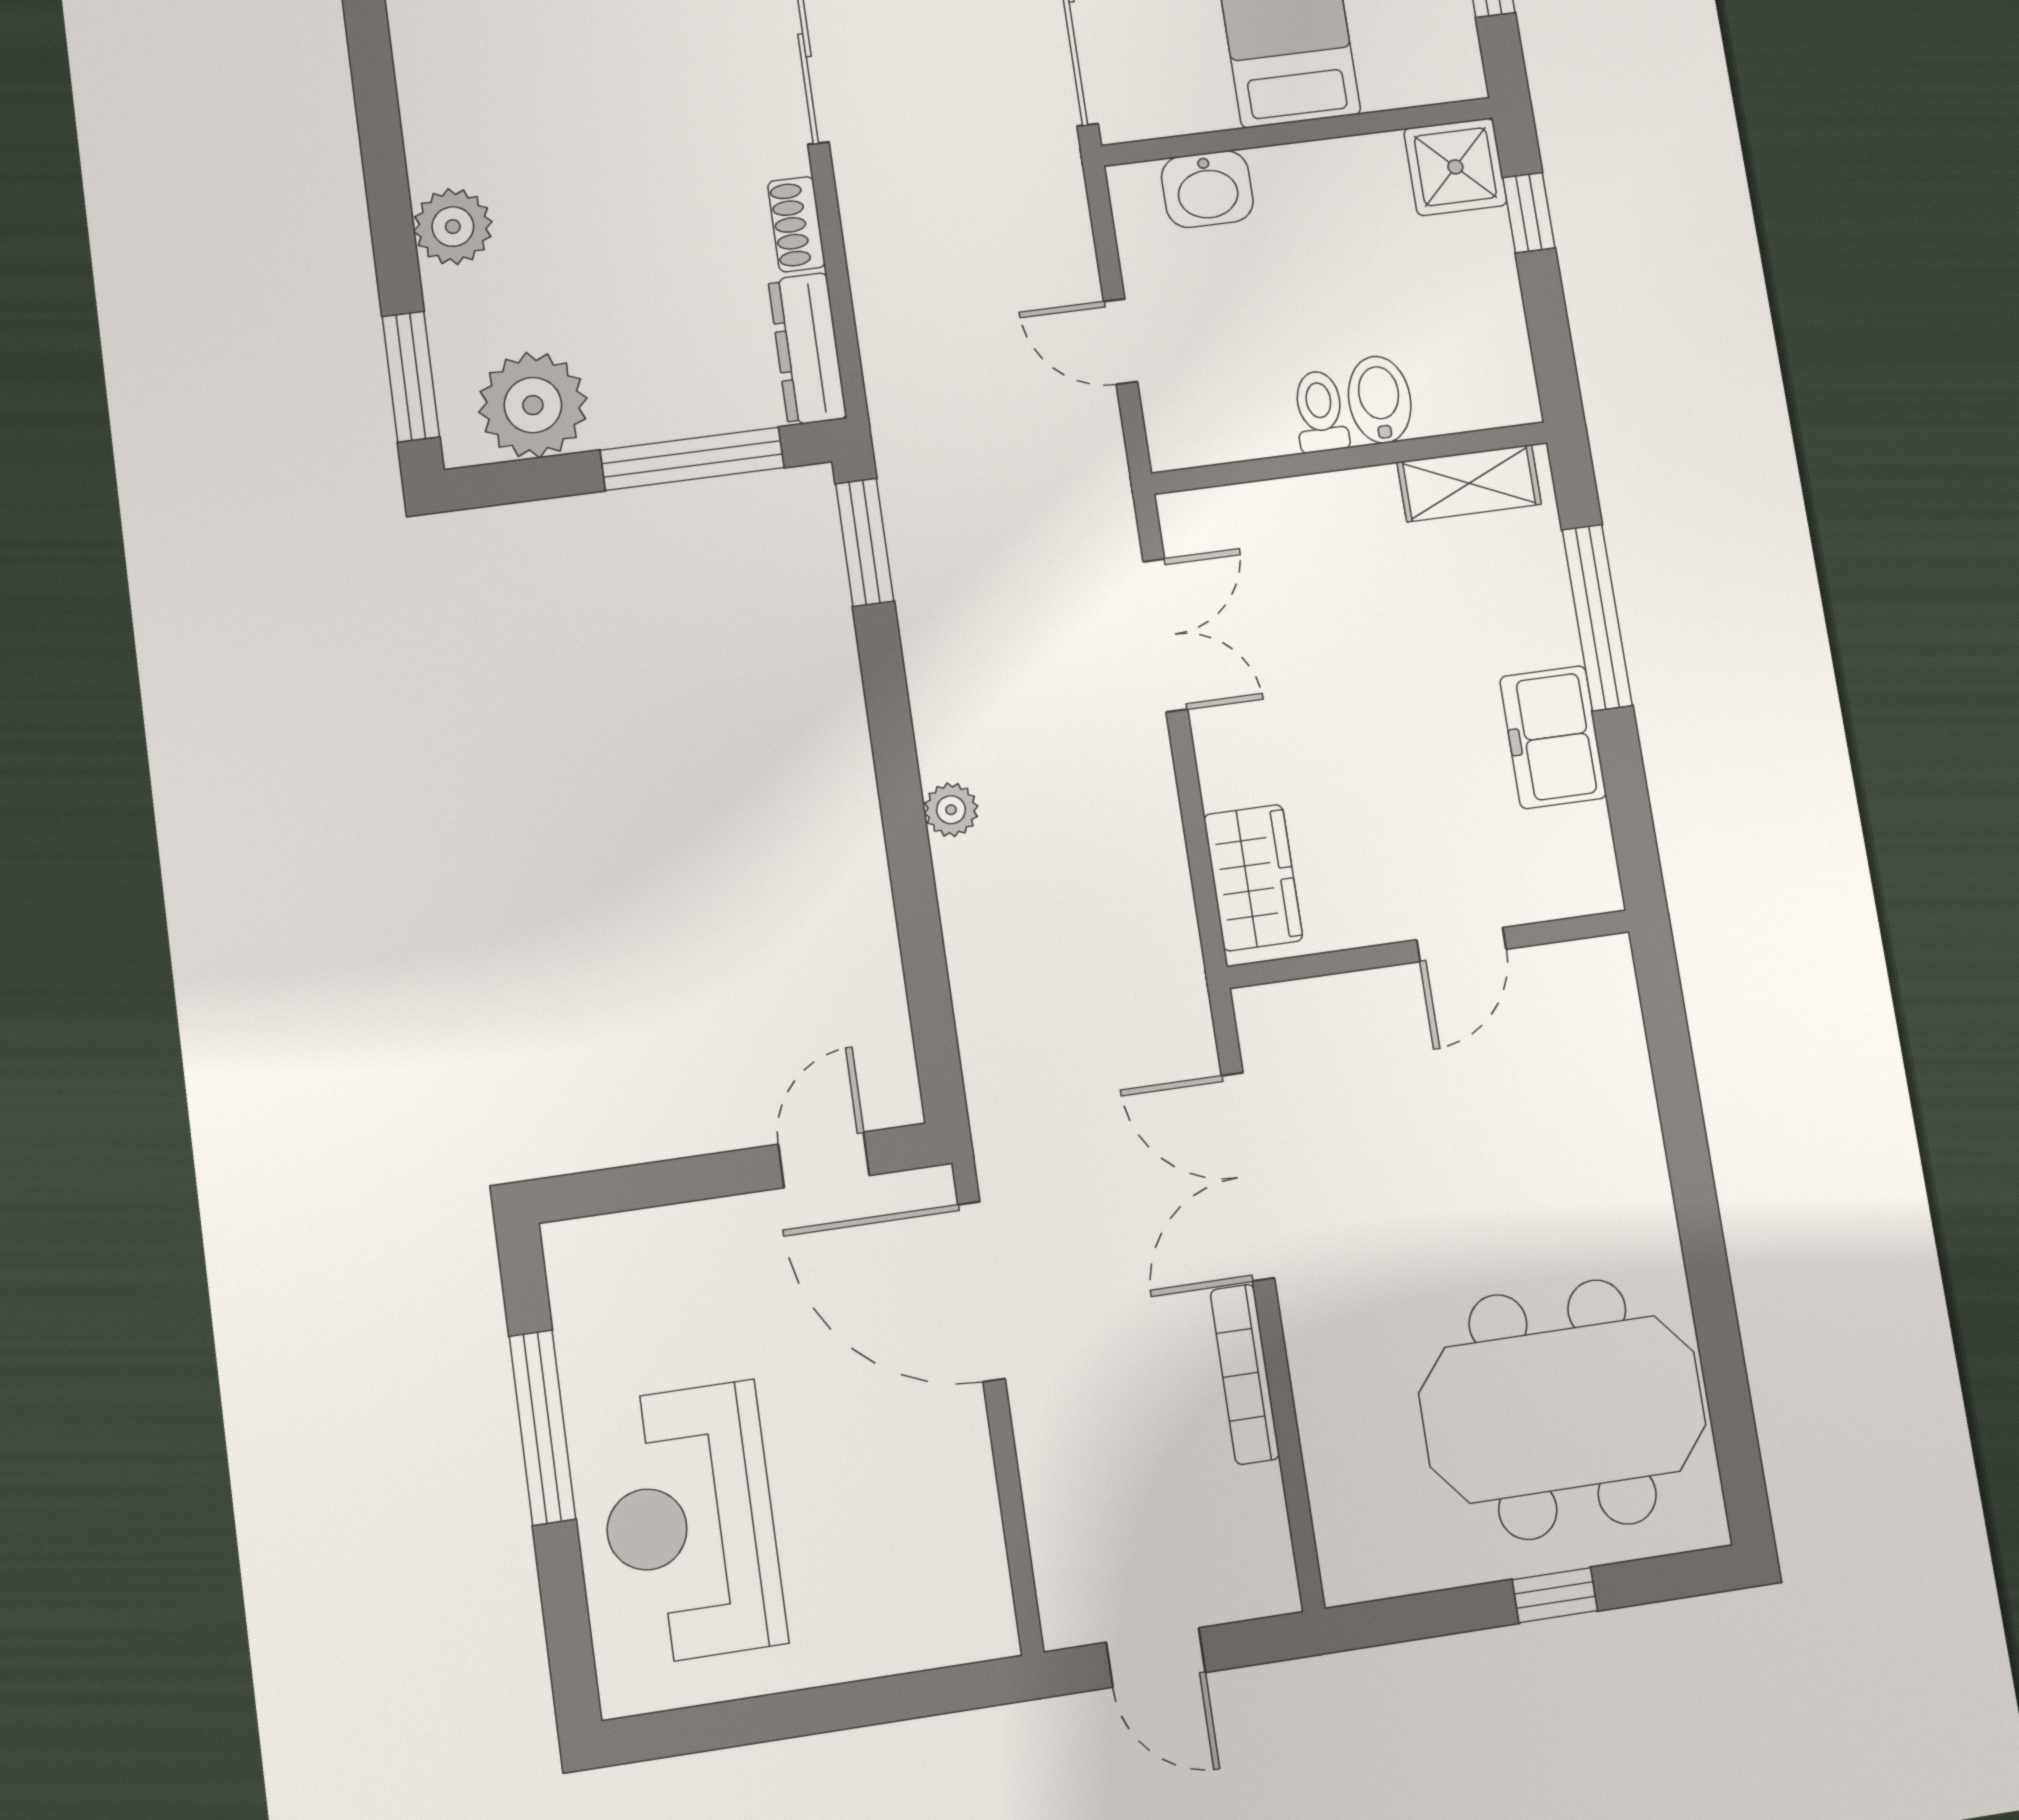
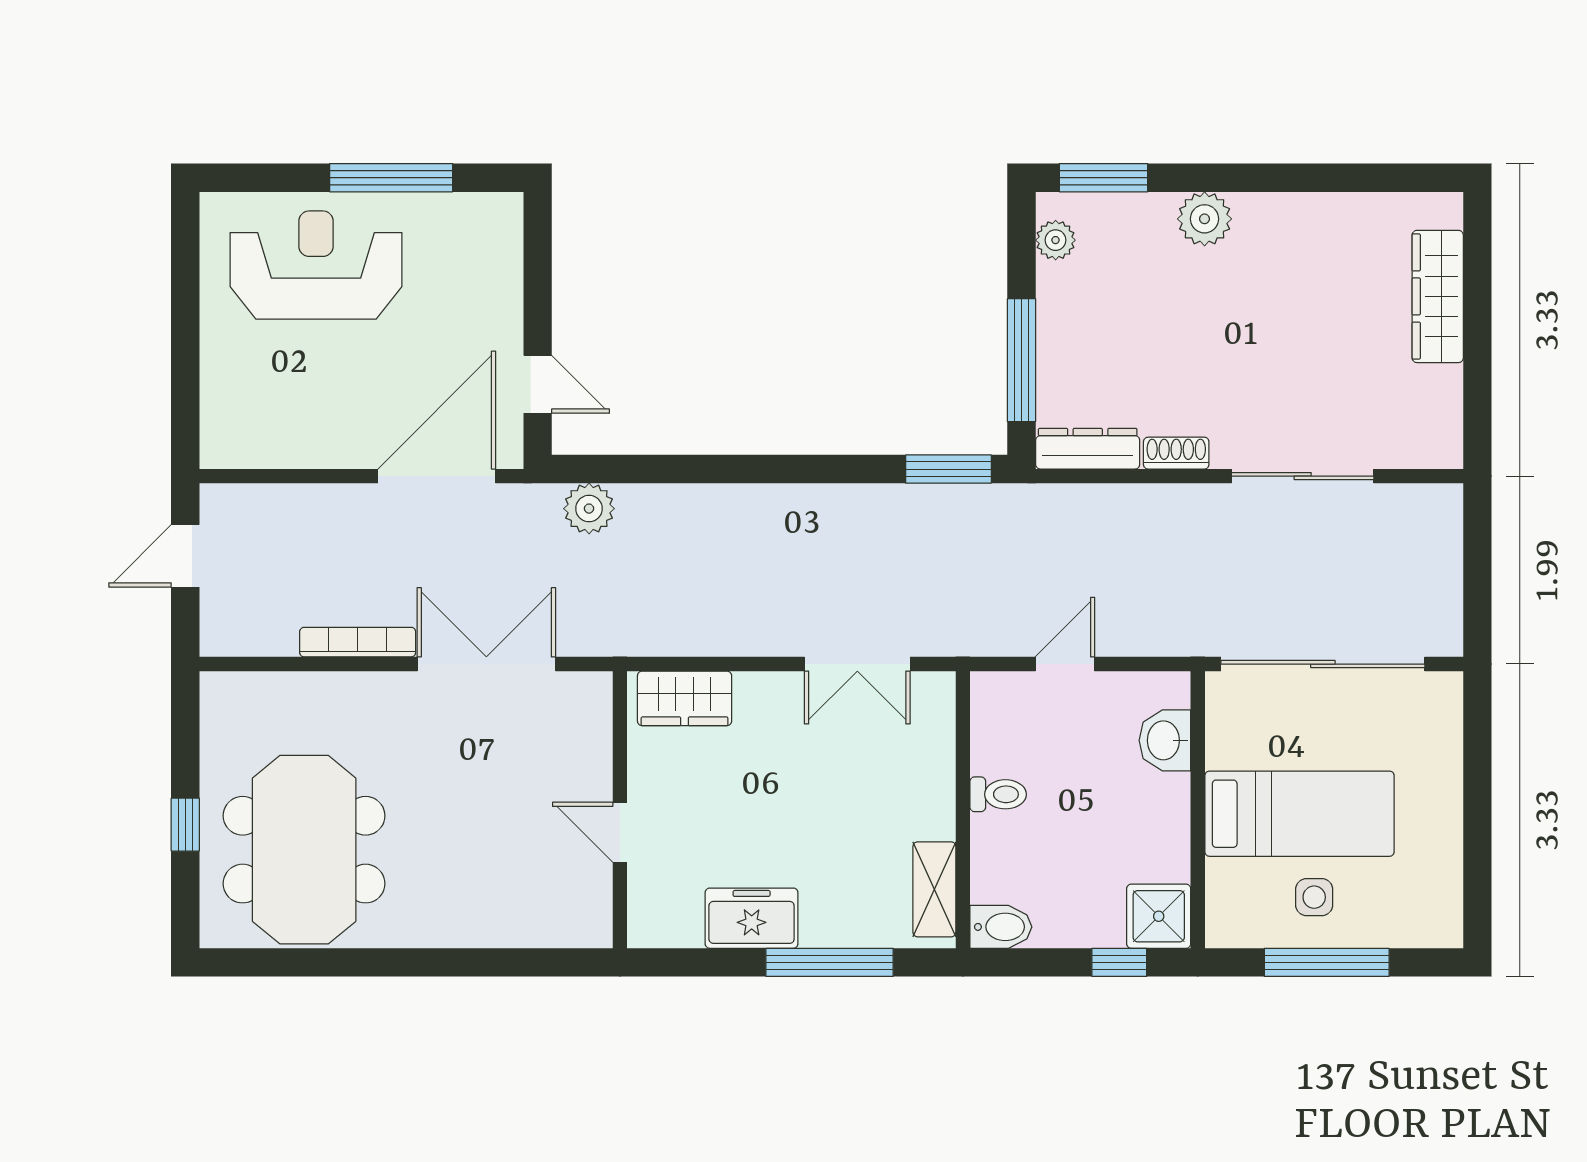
bidet: (1380, 400) -> (1001, 927), moved
plant: (533, 405) -> (1056, 240), width x0.53, depth x0.53
plant: (951, 810) -> (589, 509), moved, width x1.38, depth x1.38

